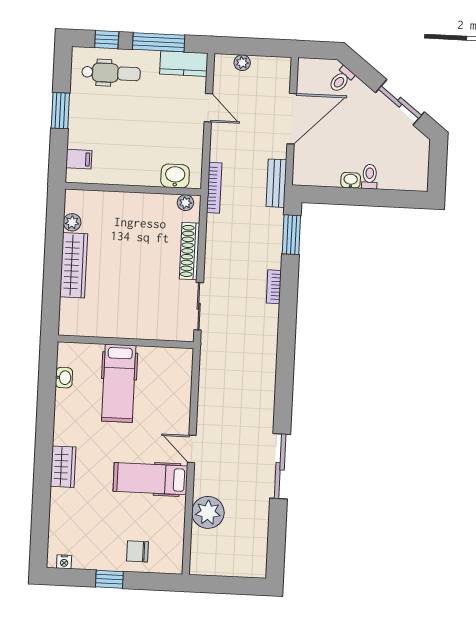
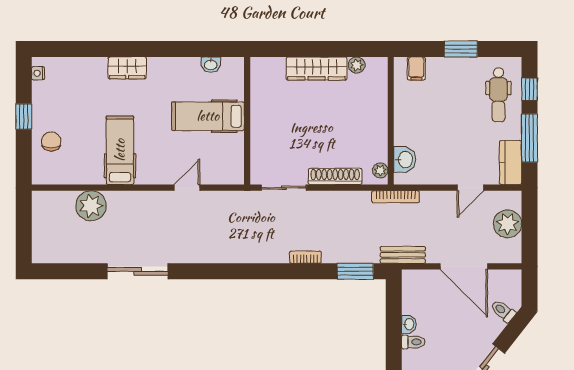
plant: (242, 63) -> (508, 224), width x1.88, depth x1.88
door: (192, 449) -> (187, 188), moved

